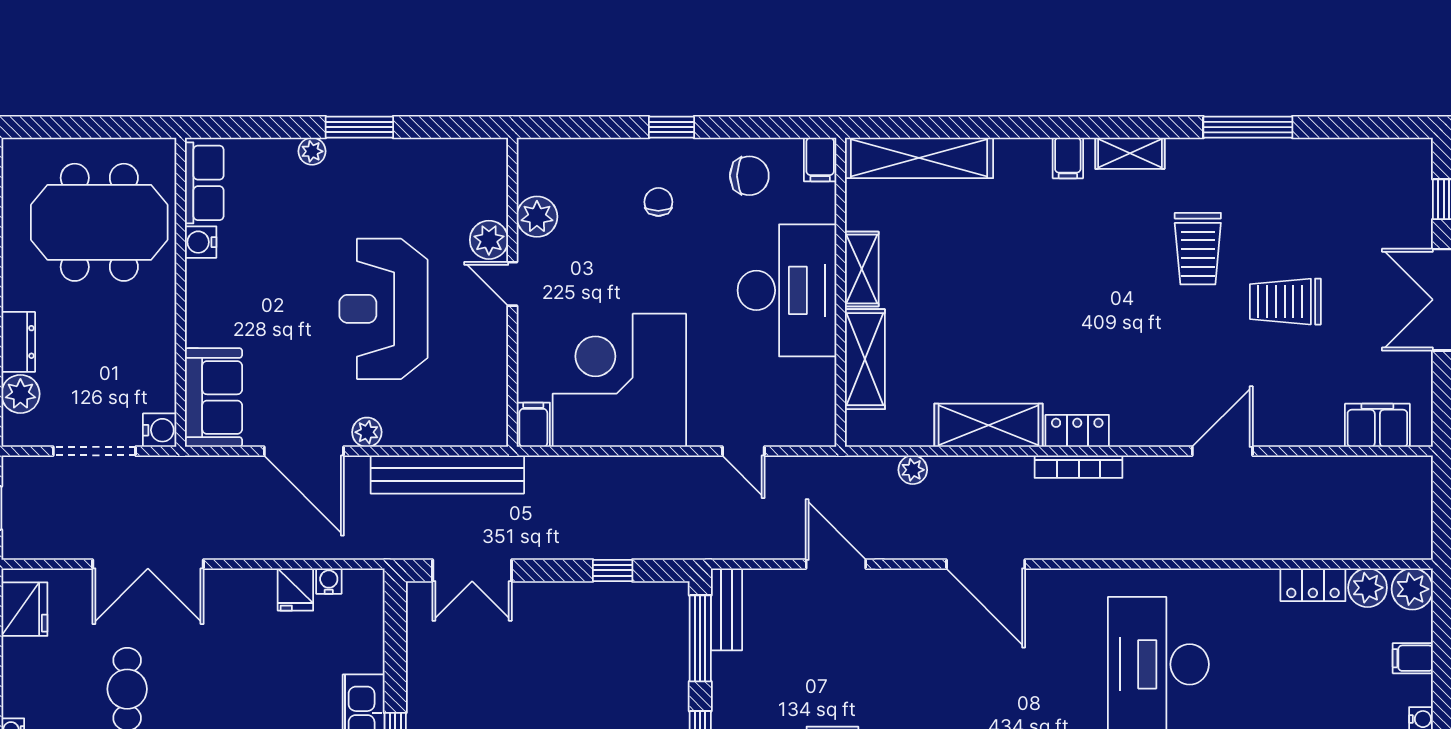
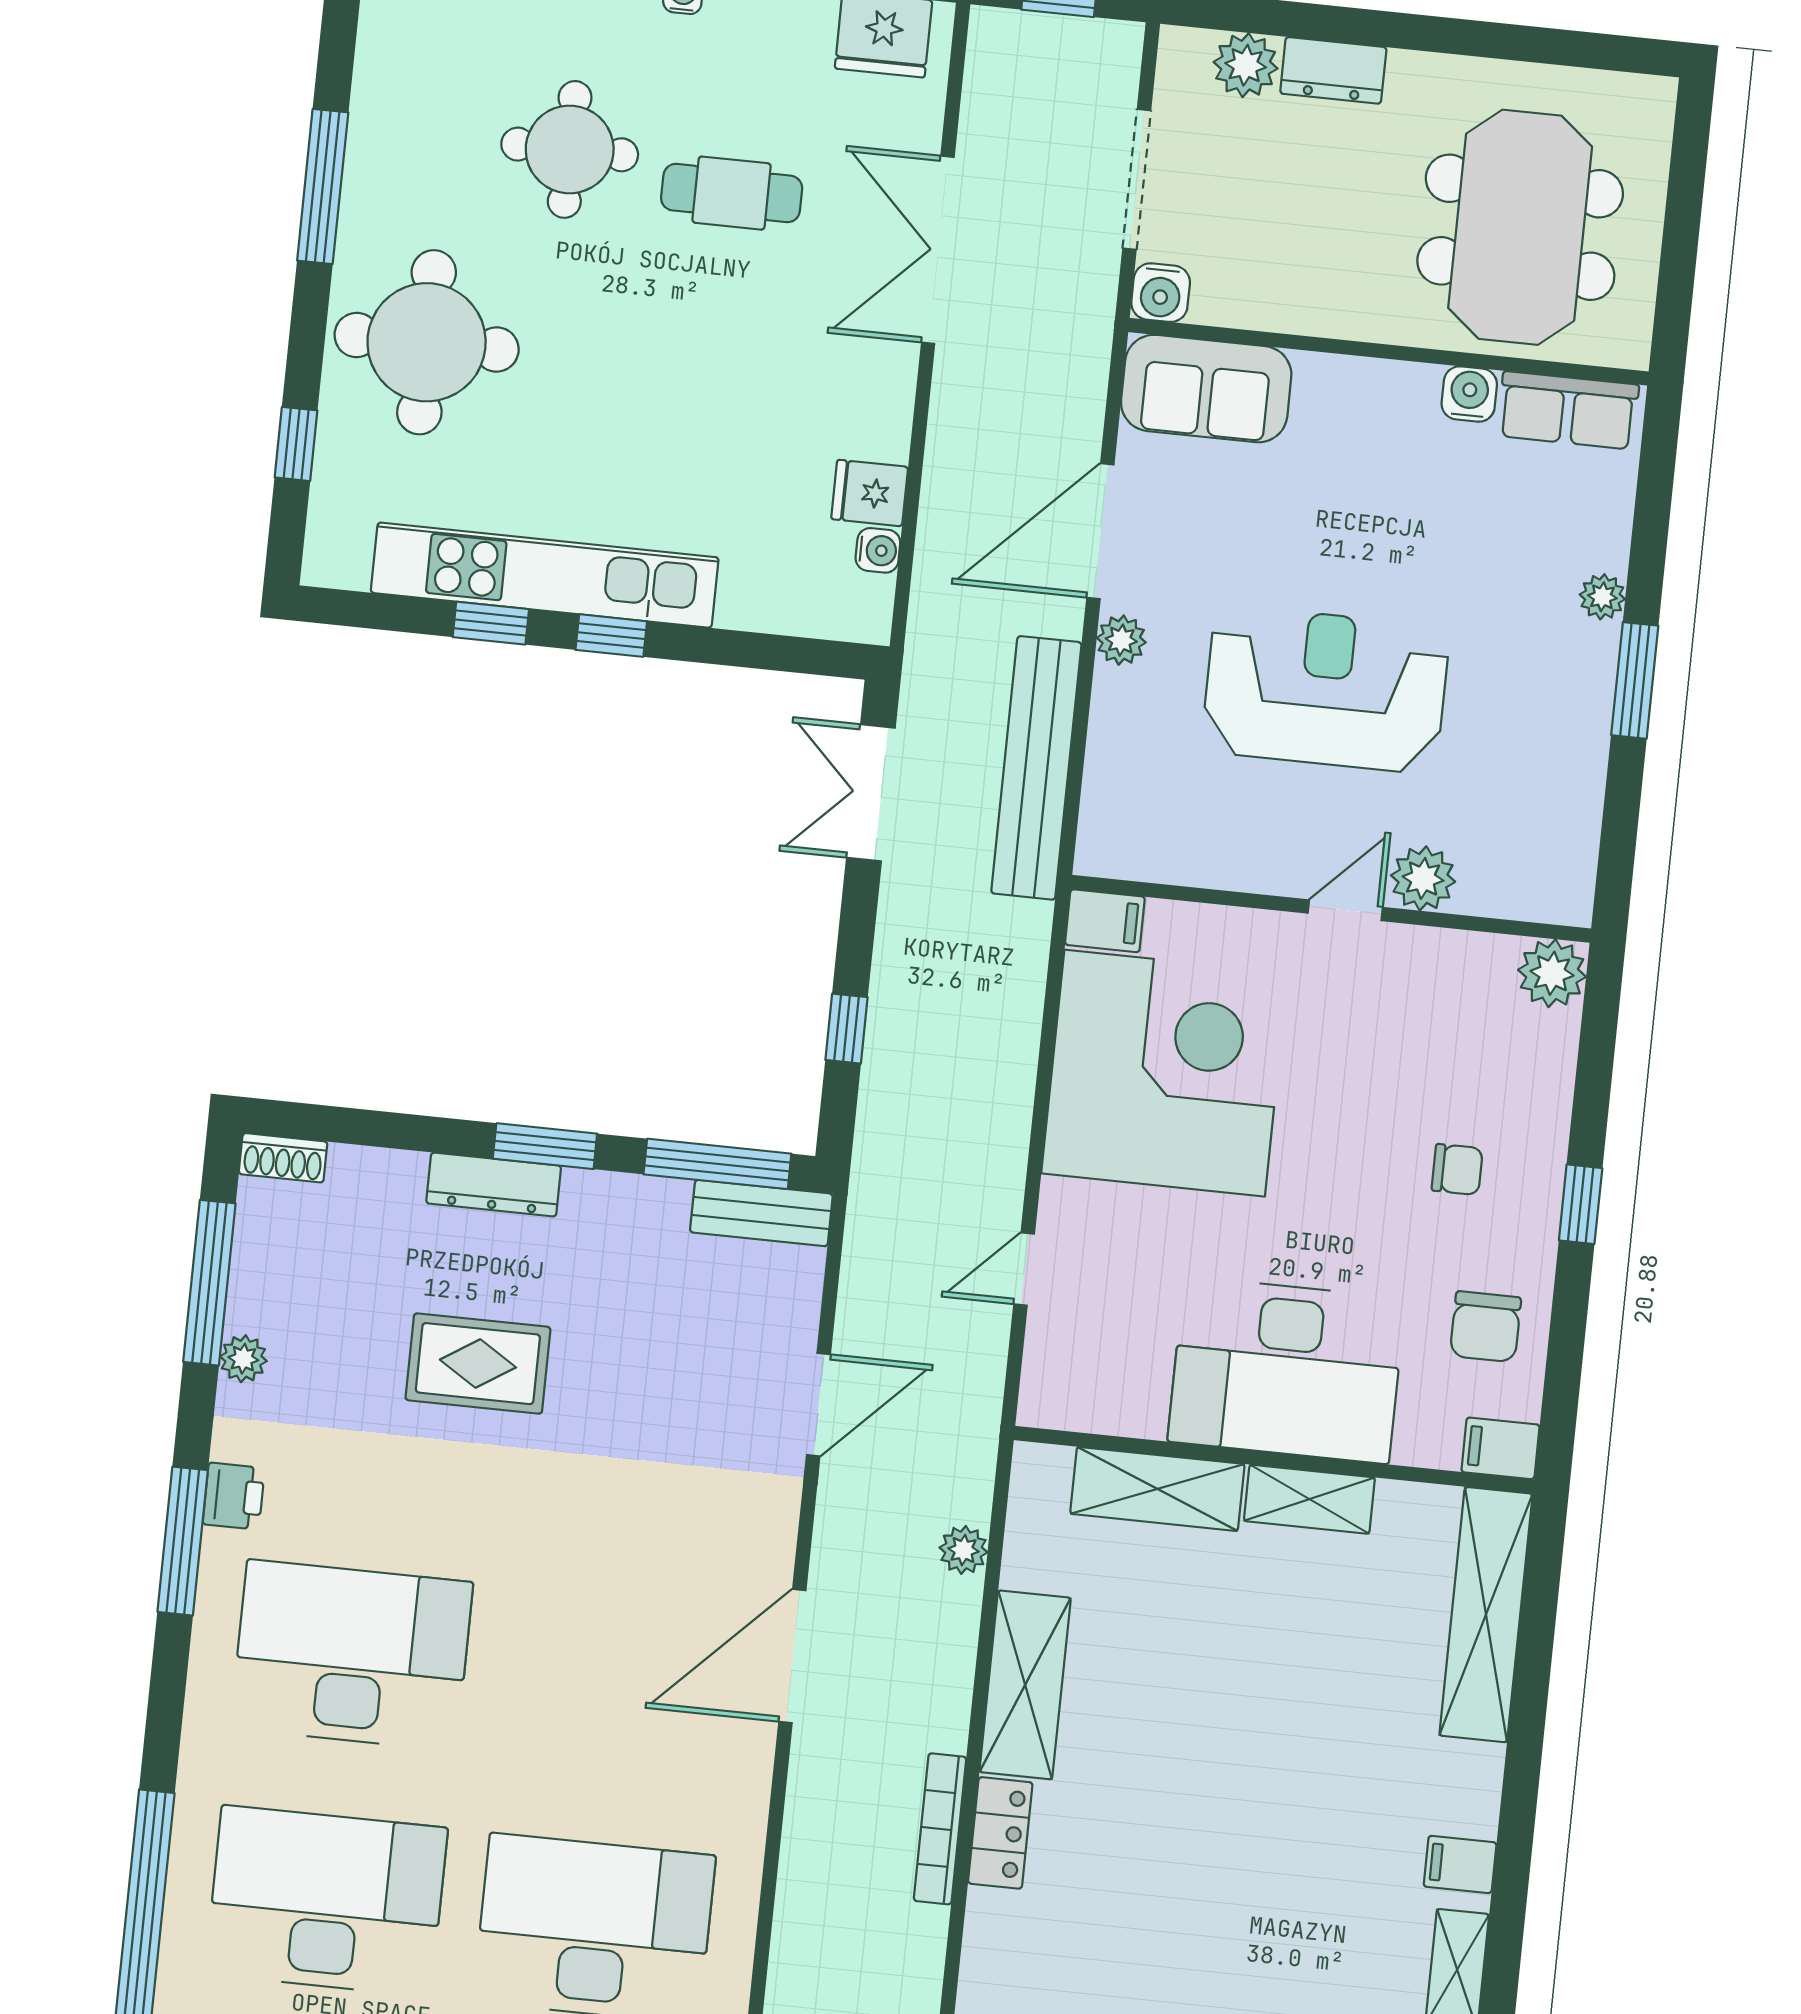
plant: (537, 217) -> (1552, 973), moved

